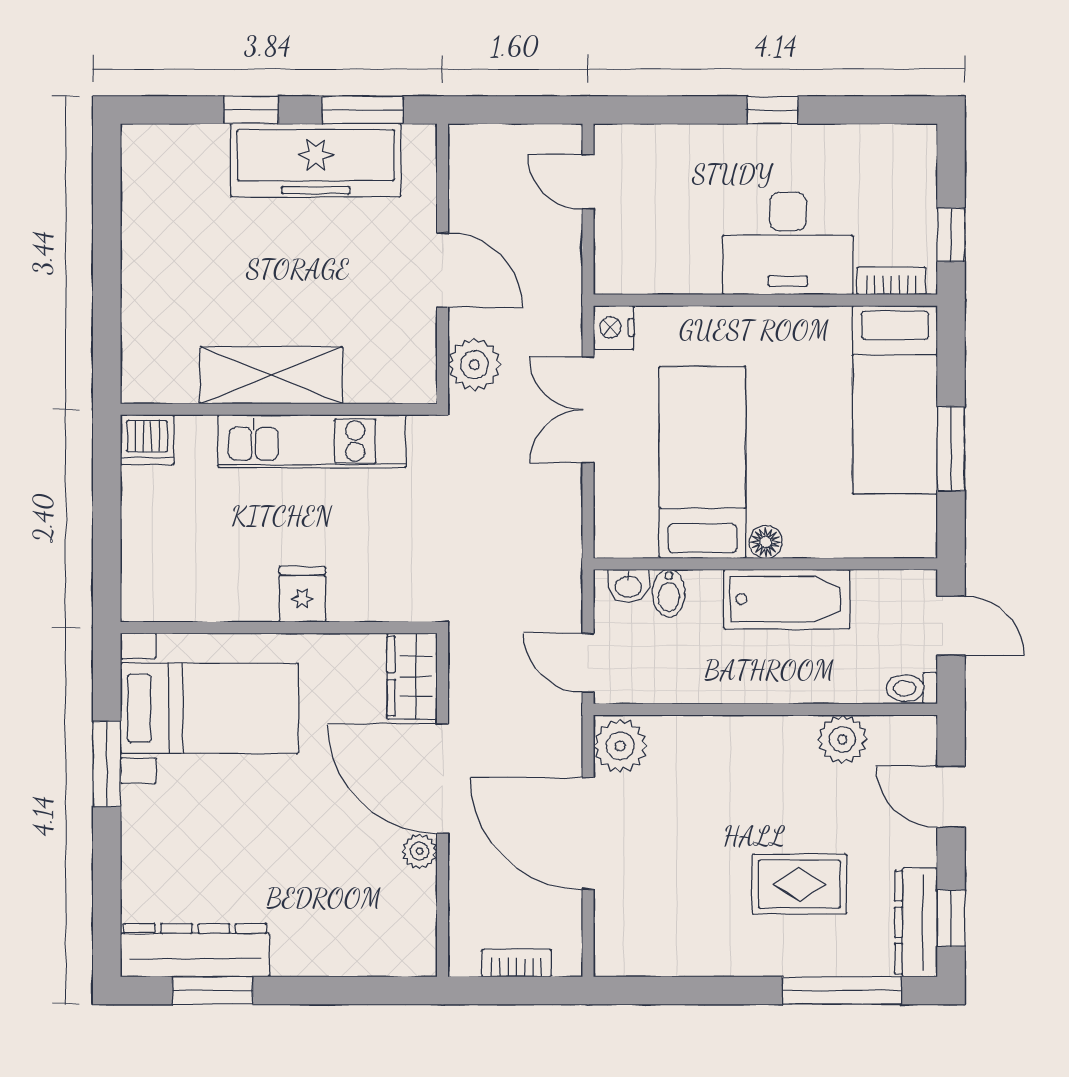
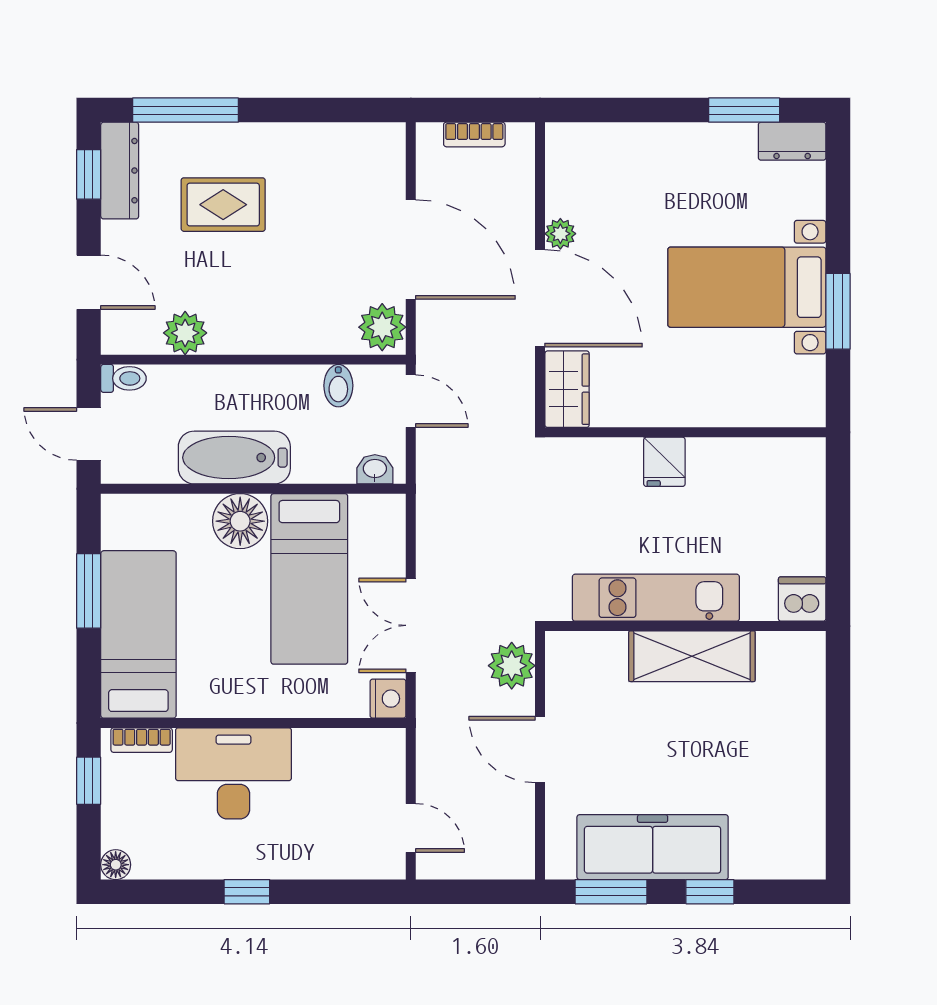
floor lamp: (921, 140) -> (116, 865), added
double door: (588, 410) -> (411, 625), swing flipped
floor lamp: (766, 542) -> (240, 521), width x1.89, depth x1.89
bidet: (669, 593) -> (338, 386), moved, turned 180
bed with nightstands: (209, 708) -> (747, 287), moved
dresser: (195, 950) -> (792, 141), width x0.51, depth x0.80

